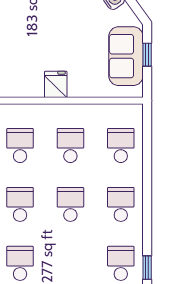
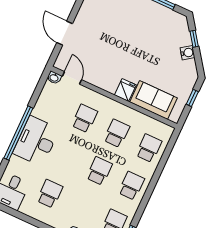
sofa: (126, 56) -> (153, 100), moved, turned 90
school desk: (20, 204) -> (67, 156), removed

